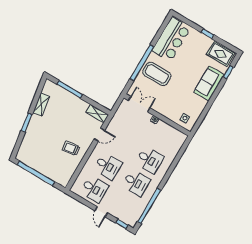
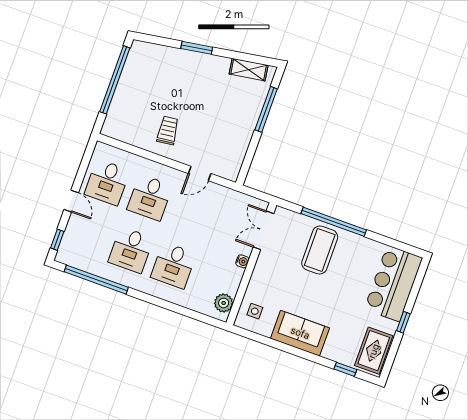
bar counter: (171, 39) -> (393, 283), moved, turned 90
sofa: (209, 83) -> (300, 333), moved
shelving: (41, 104) -> (249, 70), moved
double door: (139, 104) -> (263, 230), swing flipped
shelving: (97, 114) -> (234, 163), removed
door: (99, 135) -> (200, 174), hinge flipped
plant: (177, 135) -> (224, 303), added
door: (101, 212) -> (71, 201), swing flipped

